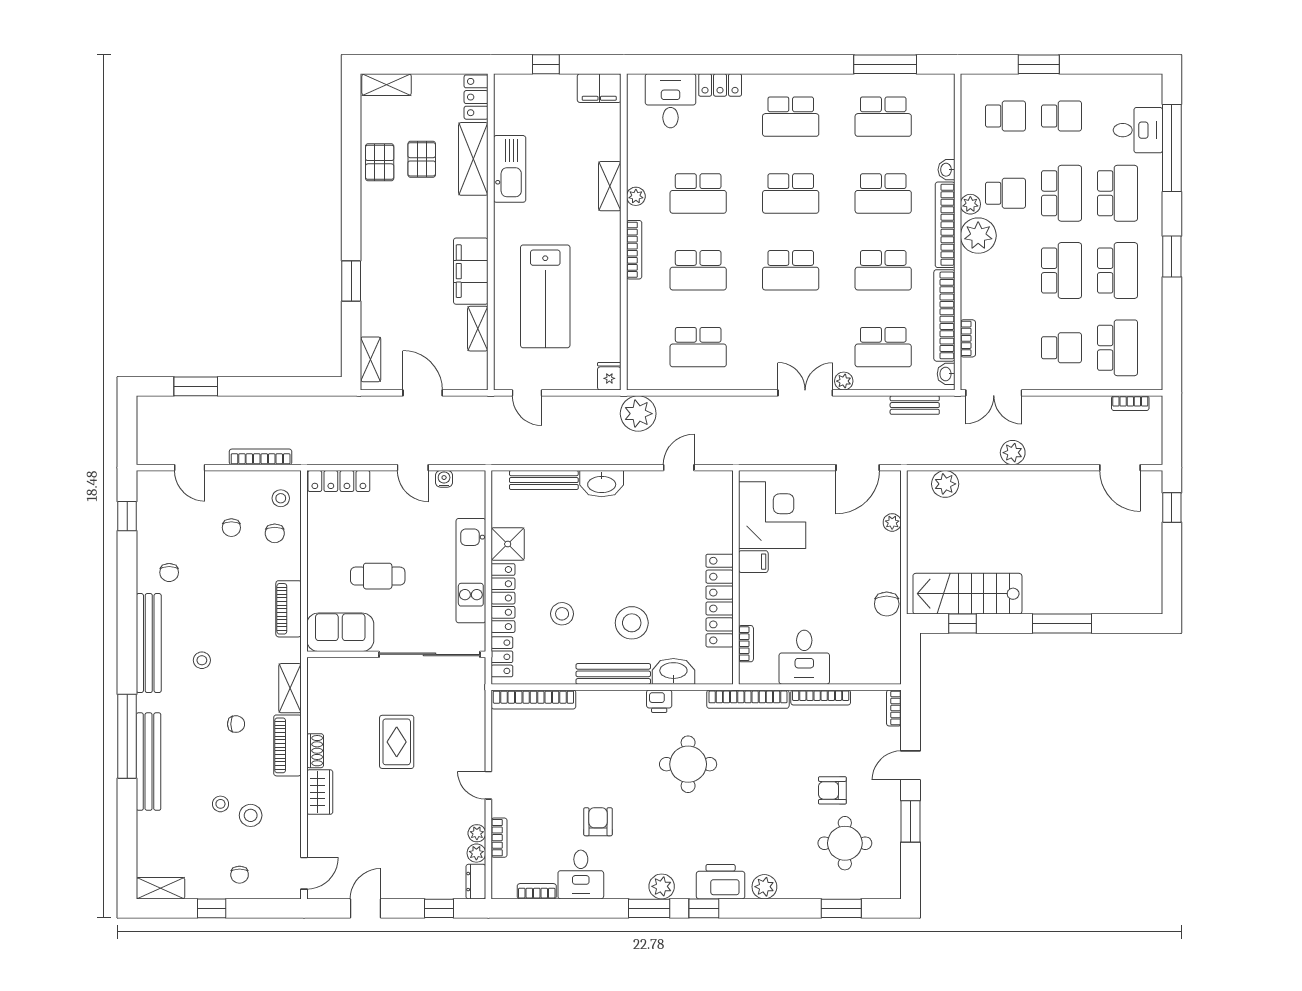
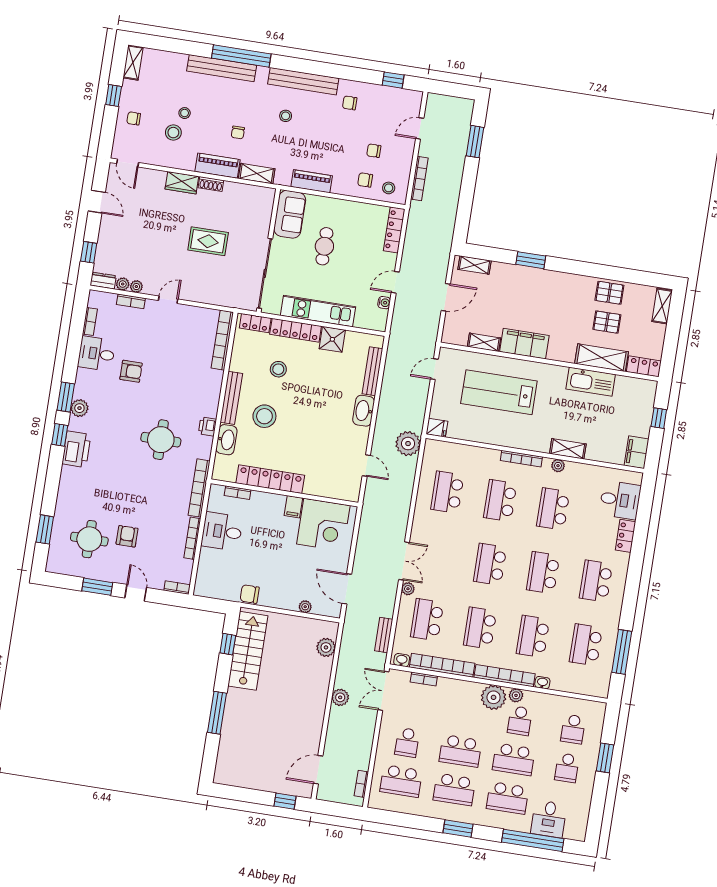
plant: (764, 887) -> (68, 479), removed

